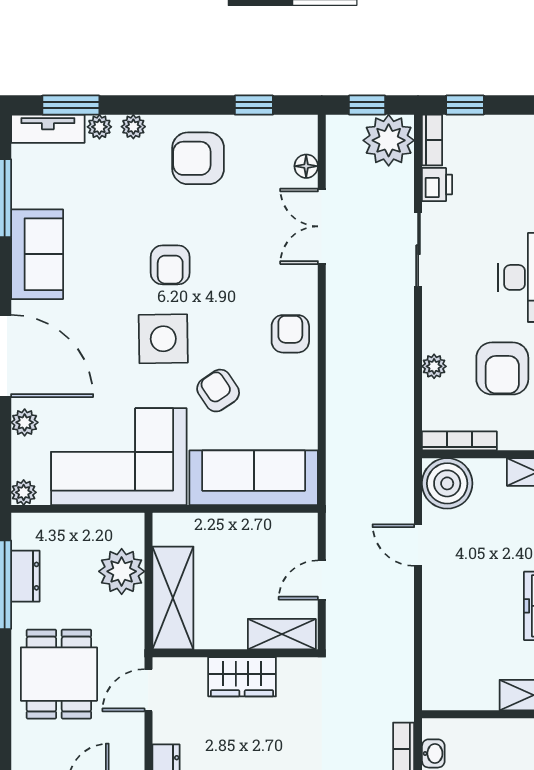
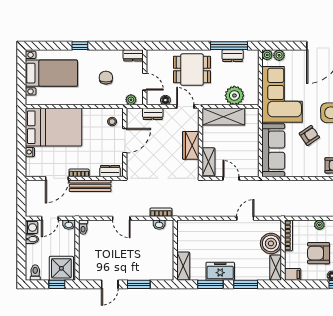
plant: (25, 422) -> (279, 55), moved
boiler: (447, 483) -> (271, 243), moved
floor lamp: (133, 738) -> (165, 100), added

